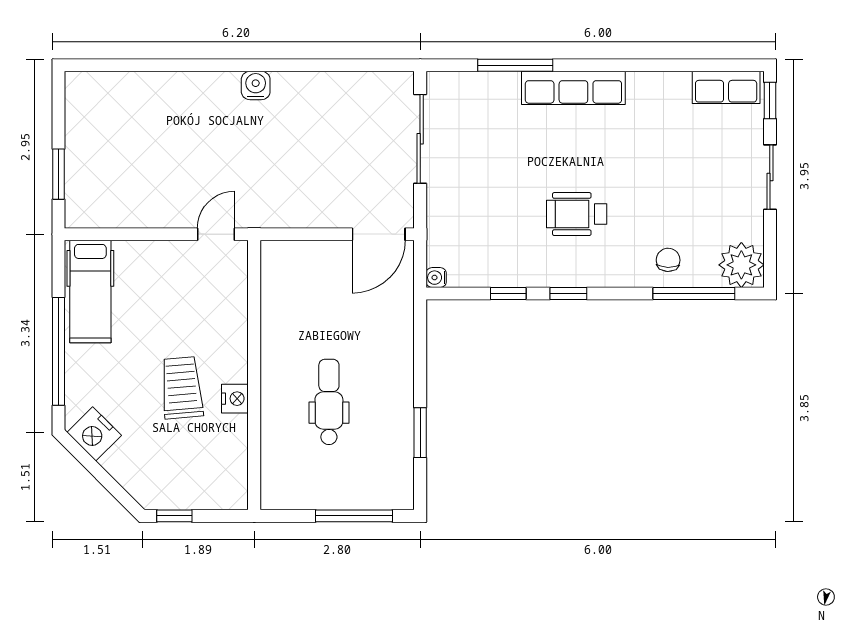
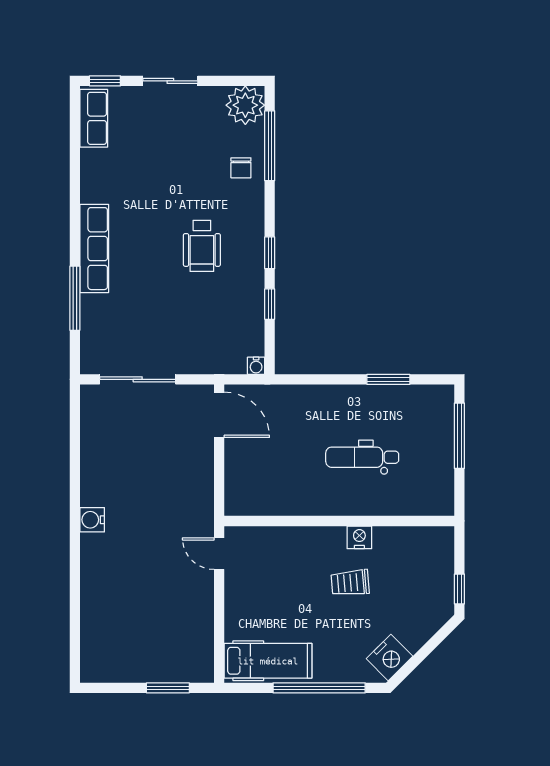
chair: (668, 260) -> (241, 168), turned -92
trolley: (182, 388) -> (350, 583), width x0.73, depth x0.72

